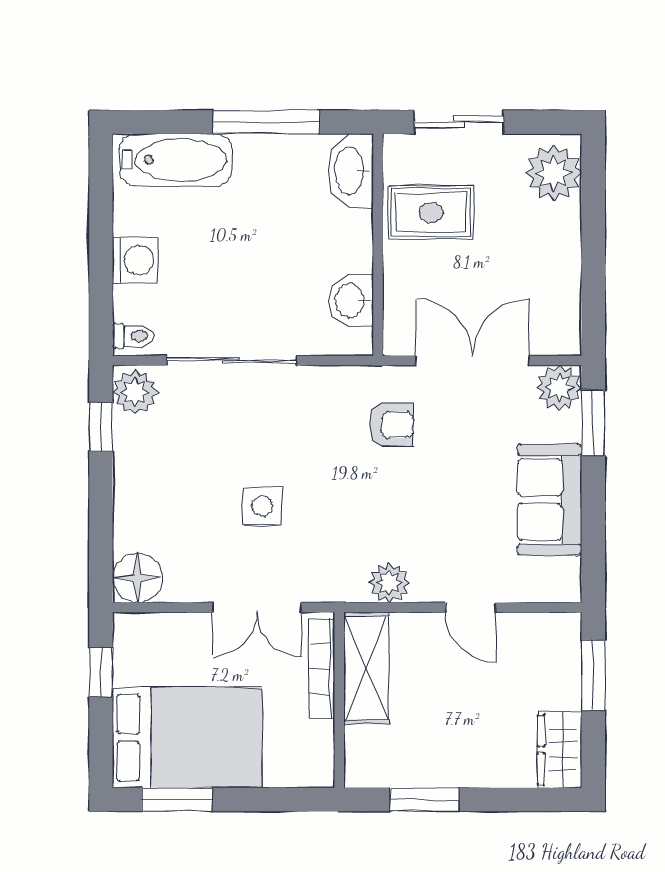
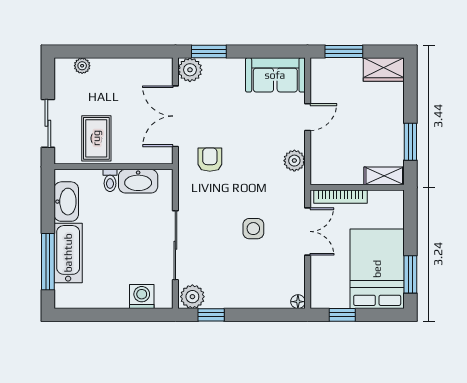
window: (266, 122) -> (48, 262), moved
bathtub: (175, 160) -> (68, 253), moved
washbasin: (351, 171) -> (66, 202), moved, turned -90
plant: (554, 173) -> (82, 66), width x0.53, depth x0.53
washing machine: (135, 261) -> (142, 297), moved
washbasin: (351, 301) -> (138, 181), width x1.38
toilet: (133, 336) -> (110, 180), moved, turned 180
sofa: (549, 500) -> (275, 75), moved
floor lamp: (137, 578) -> (298, 302), width x0.53, depth x0.53
shelving: (366, 668) -> (384, 176), moved, width x0.67, depth x0.75

